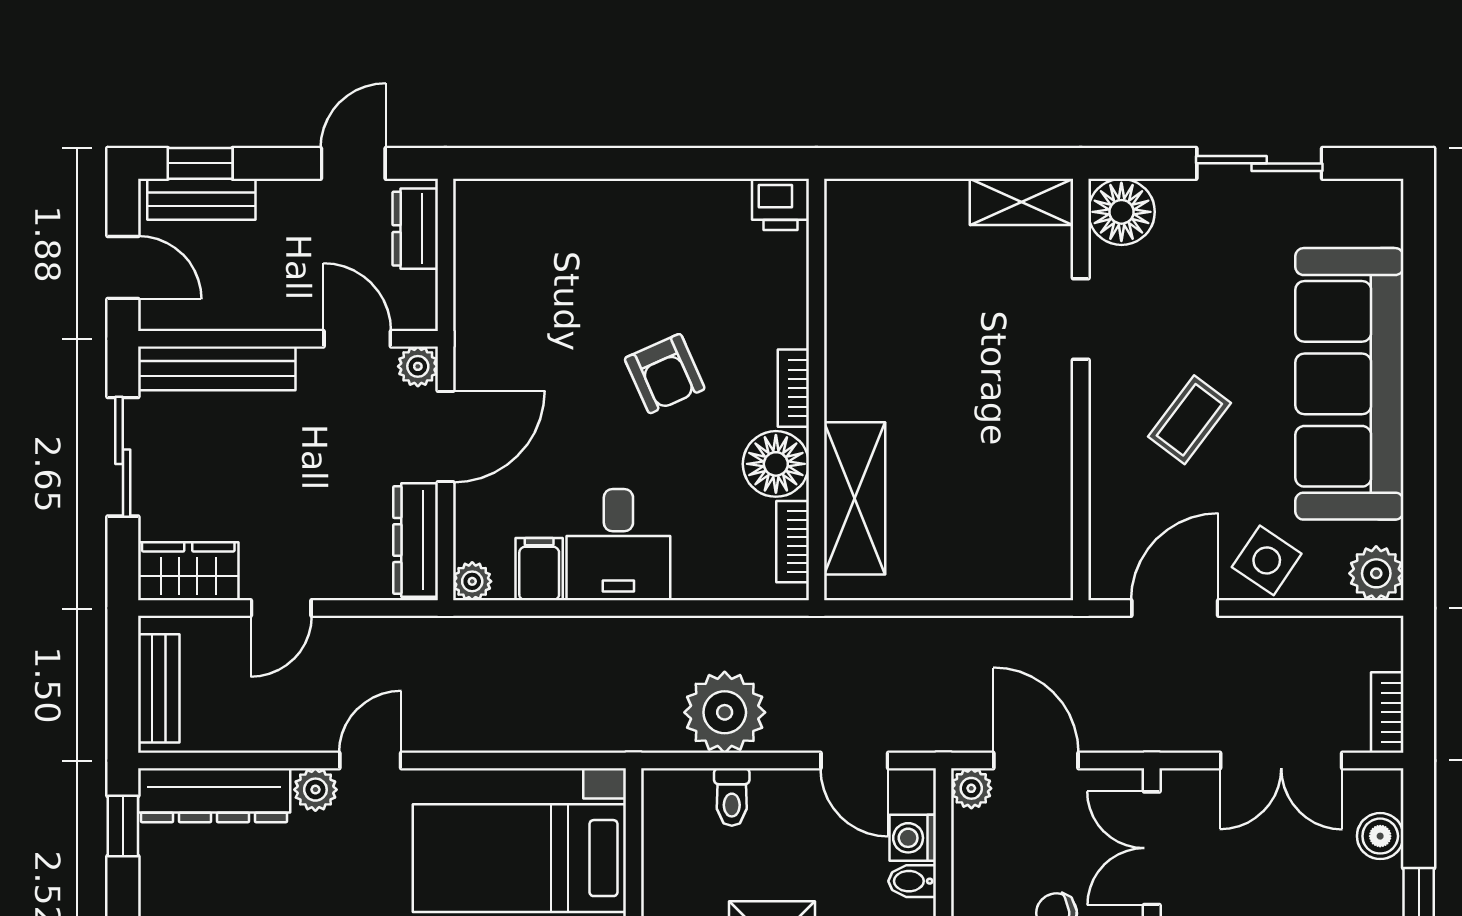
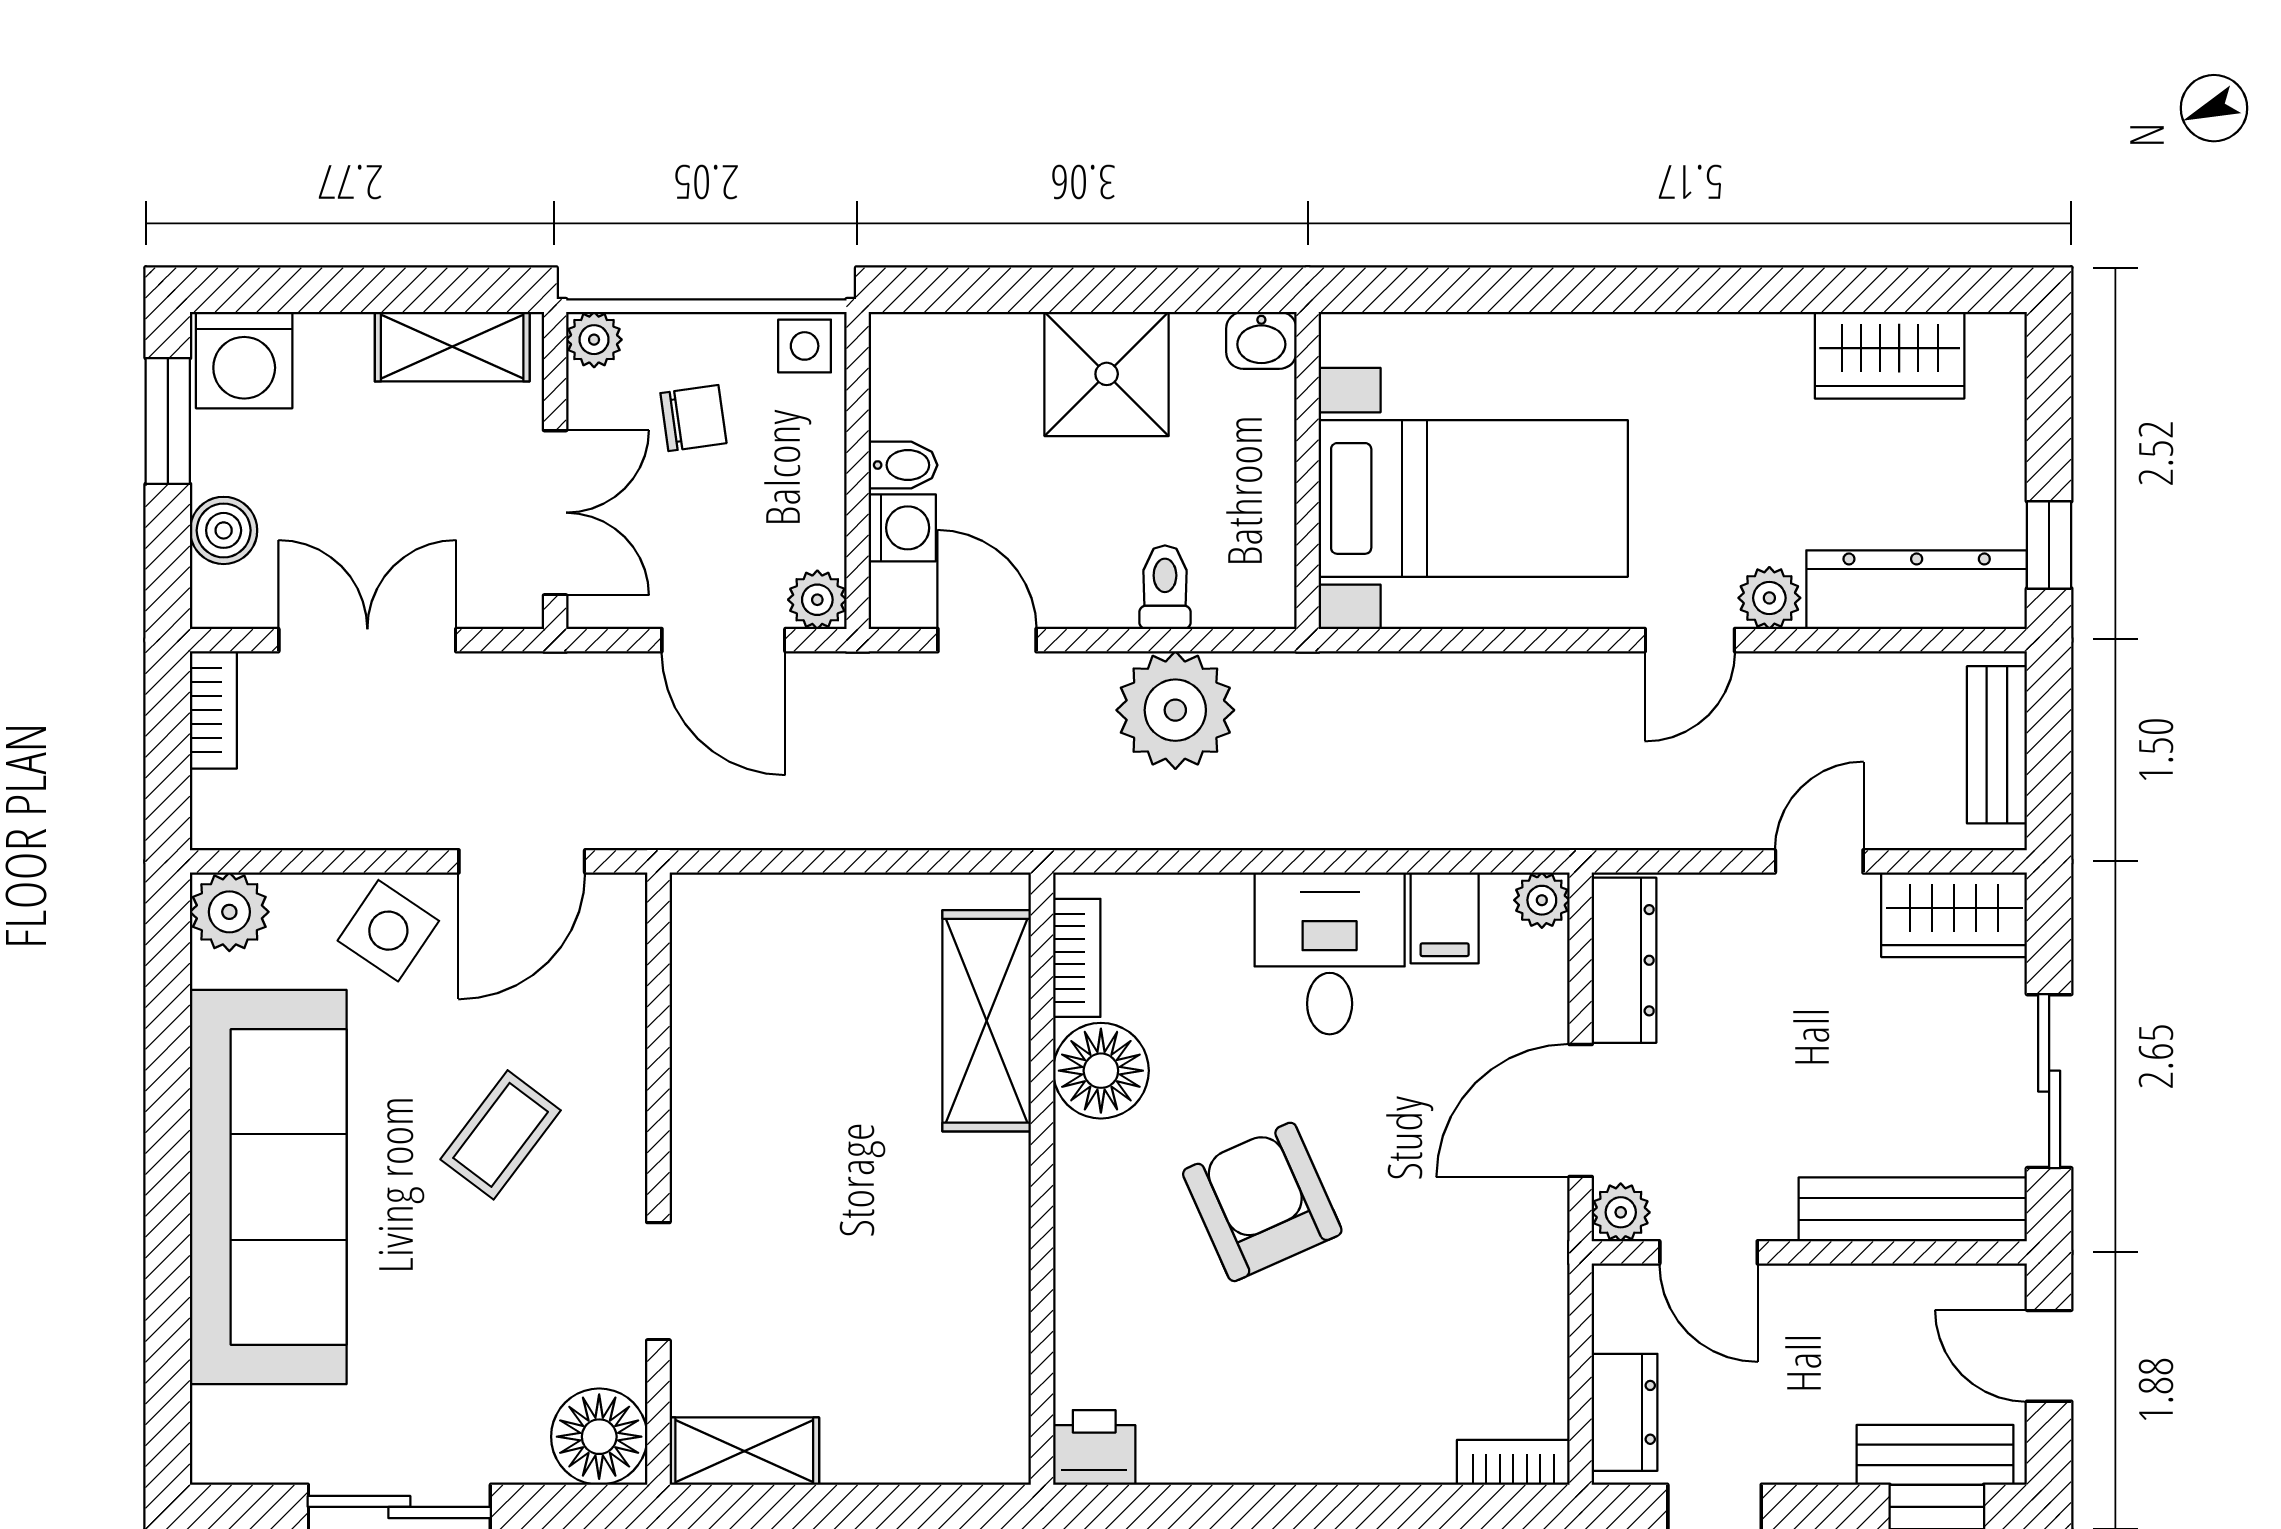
armchair: (665, 374) -> (1262, 1202), width x1.38, depth x1.38
bookcase: (793, 388) -> (1513, 1462), moved, turned -90

